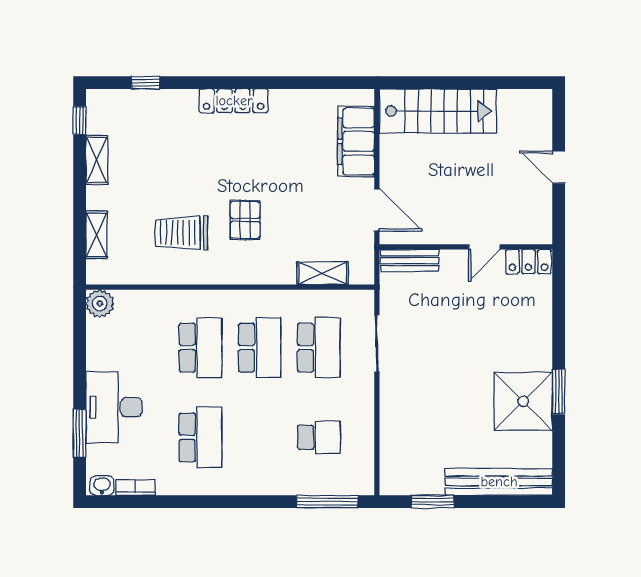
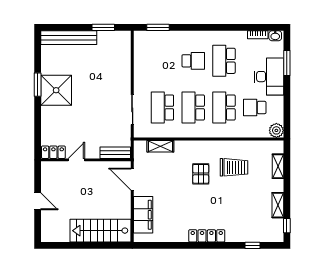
school desk: (141, 348) -> (255, 108), added
shower: (523, 401) -> (56, 90), moved
school desk: (319, 437) -> (193, 61), moved, turned 180
window: (327, 502) -> (158, 27), width x0.69

